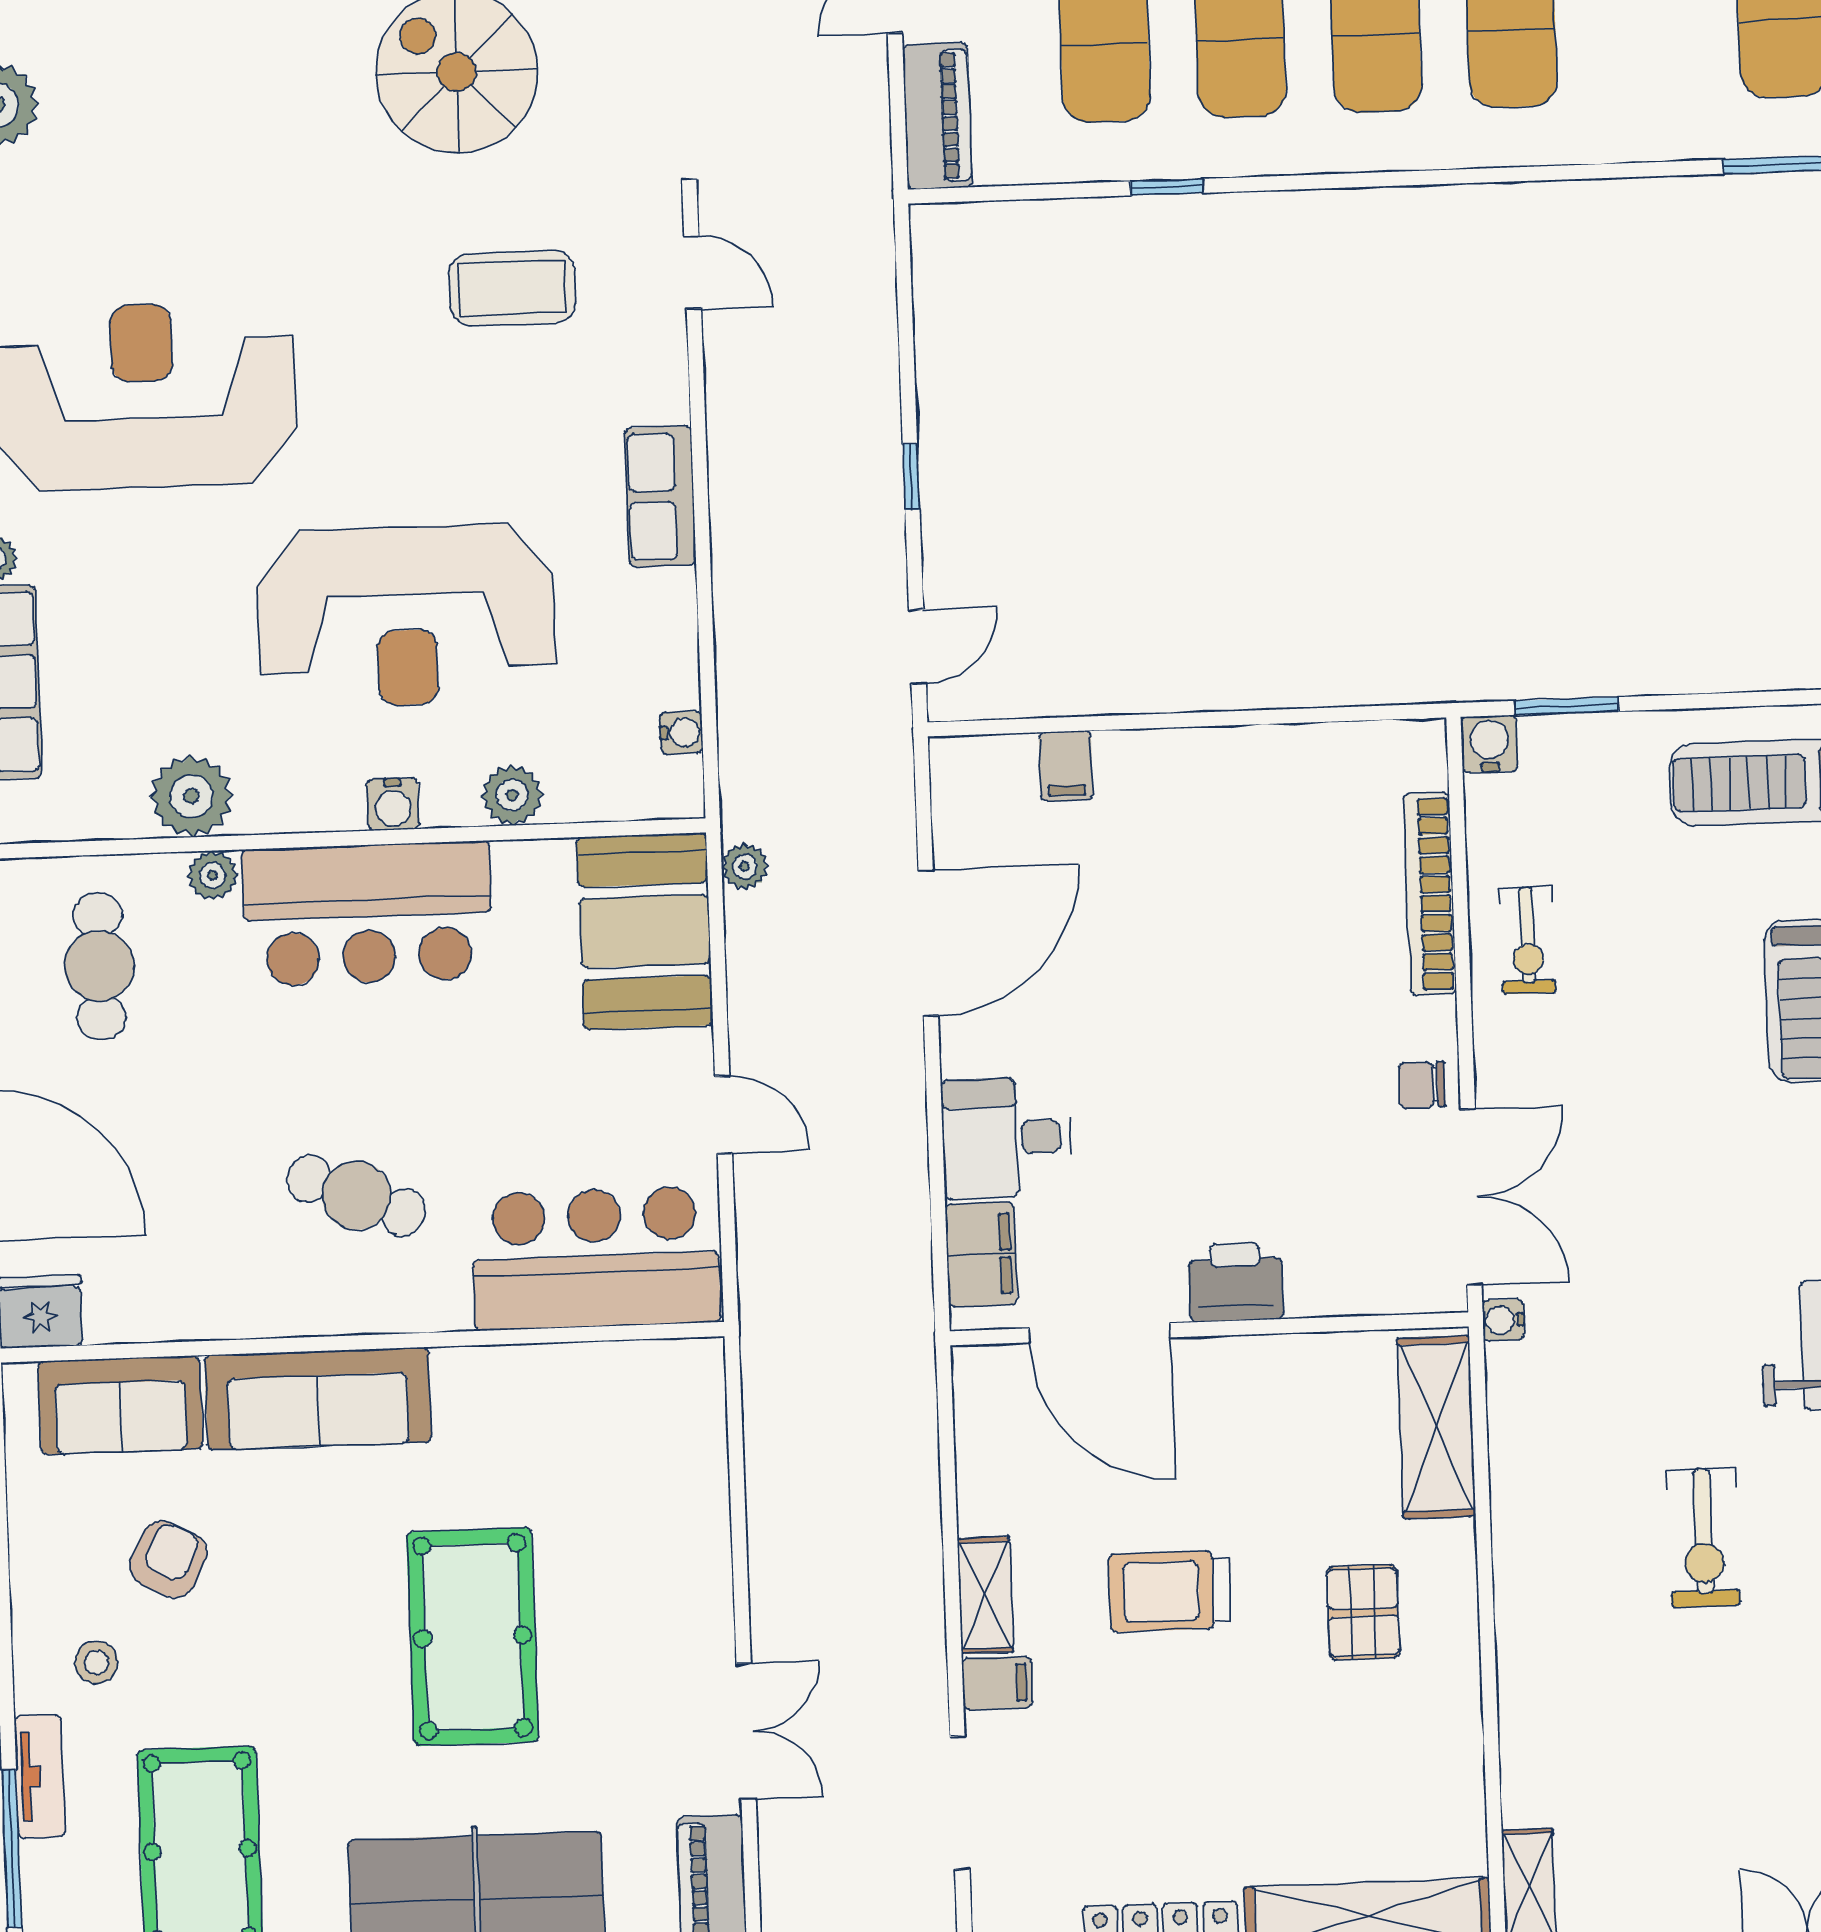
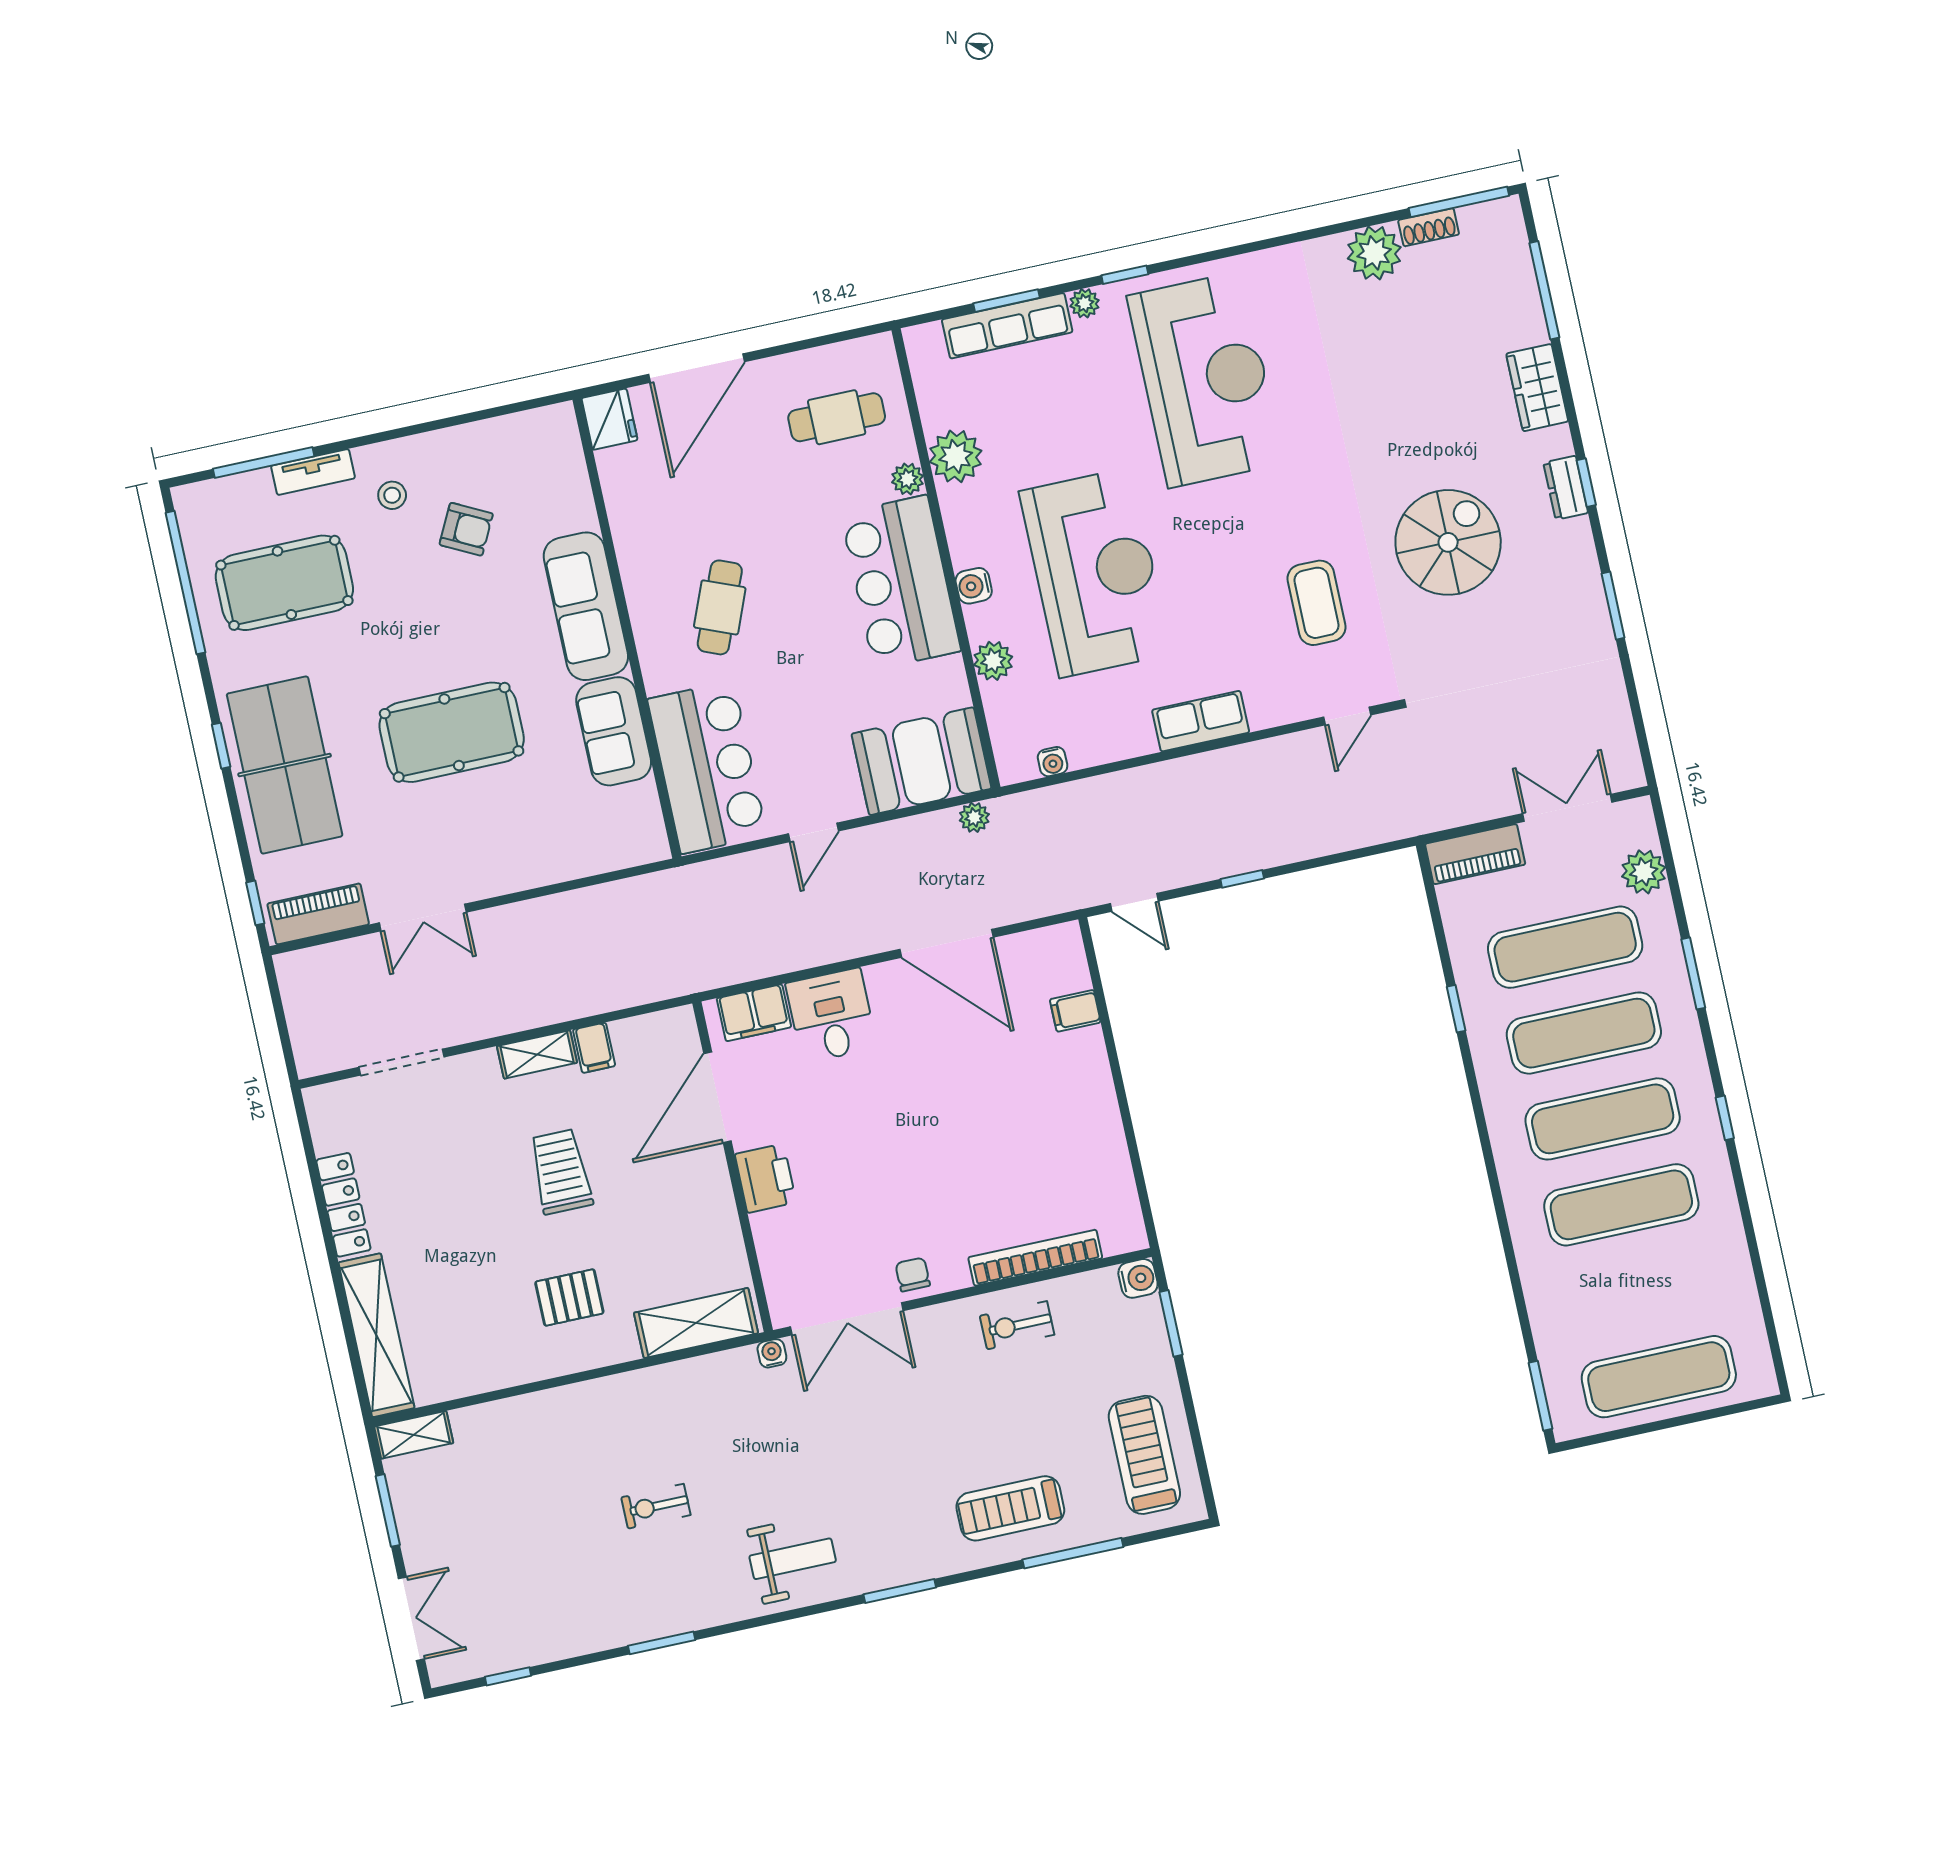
reception desk: (406, 616) -> (1095, 573), turned 180
sofa: (120, 1405) -> (614, 731), moved
exercise bike: (1704, 1538) -> (656, 1506), width x0.73, depth x0.72
filing cabinet: (997, 1683) -> (594, 1048), moved

